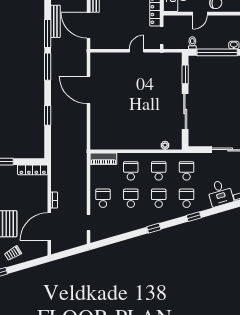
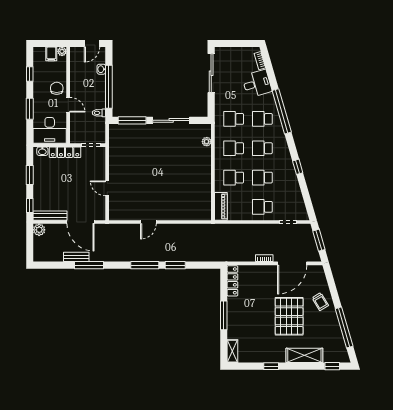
bench: (55, 21) -> (76, 257), width x0.73
door: (89, 25) -> (80, 222), hinge flipped
door: (137, 51) -> (107, 188), moved
window: (48, 67) -> (145, 265), moved
window: (185, 74) -> (132, 120), width x1.44
door: (89, 90) -> (148, 222), width x0.53
window: (194, 217) -> (282, 111), width x3.17
door: (49, 227) -> (292, 263), hinge flipped
window: (154, 228) -> (298, 167), moved
window: (71, 252) -> (319, 240), added

